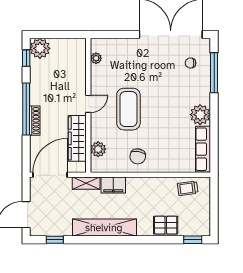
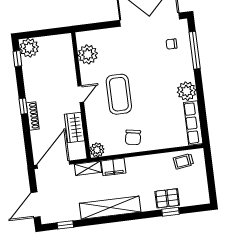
plant: (96, 58) -> (88, 54), width x1.88, depth x1.88
window: (26, 109) -> (23, 106), width x0.32
wardrobe: (77, 138) -> (74, 128), width x0.67
plant: (98, 149) -> (97, 150), moved
window: (193, 240) -> (170, 212), moved

